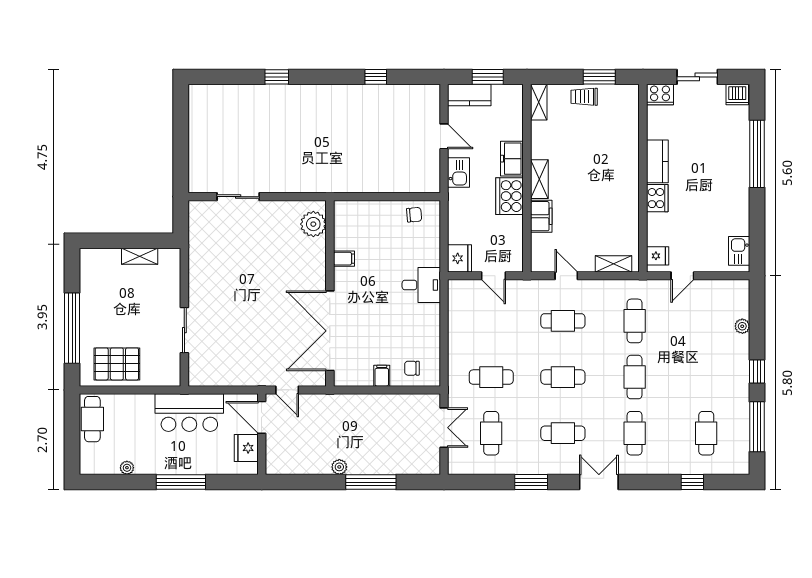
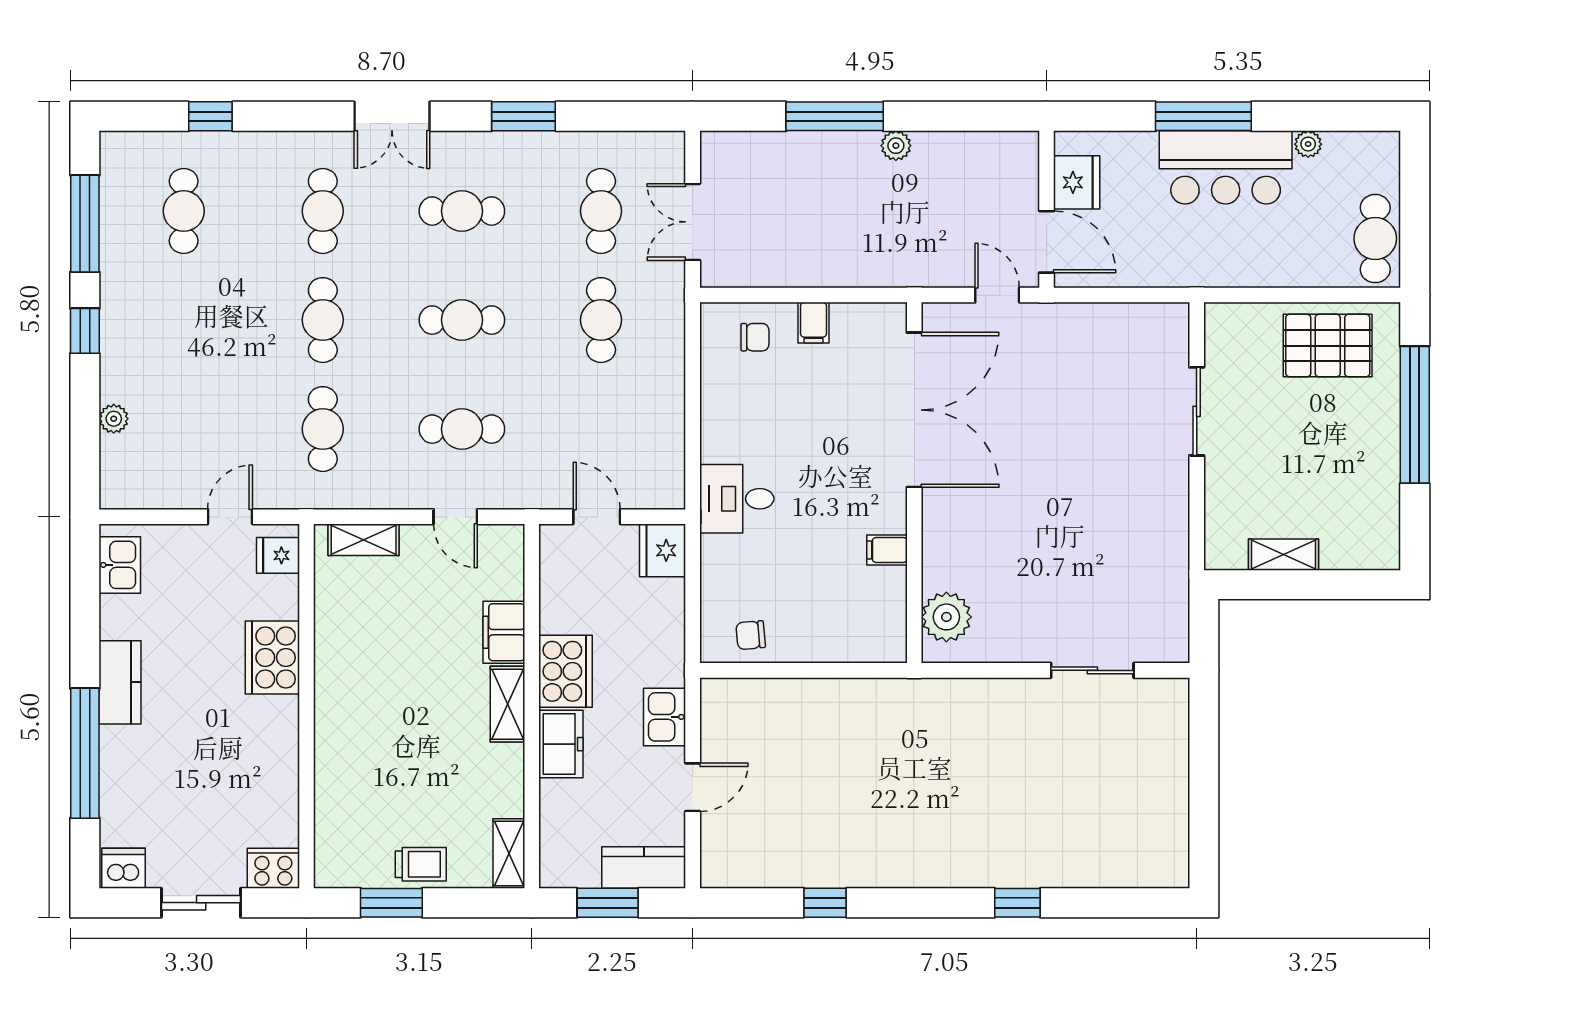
door: (444, 136) -> (693, 787), swing flipped
kitchen counter: (657, 161) -> (120, 682), moved, turned 180
cooker: (657, 198) -> (272, 658), width x1.37, depth x1.31
cafe table: (491, 377) -> (601, 320), turned 90
bar counter: (189, 413) -> (1226, 167), moved, turned 180

